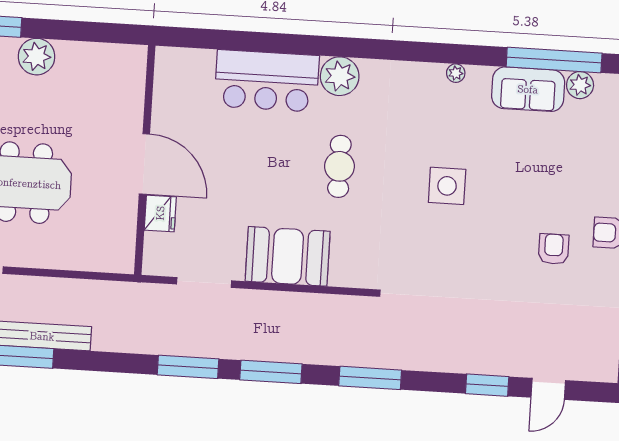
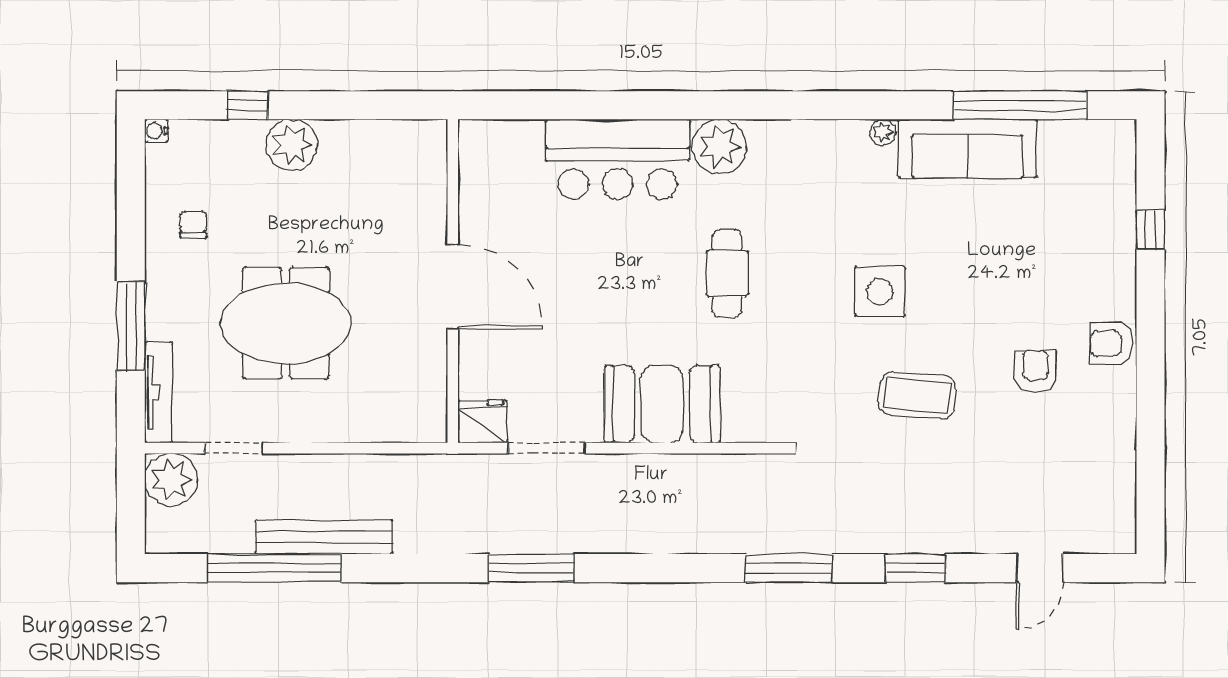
plant: (580, 85) -> (1058, 138), removed
sofa: (528, 89) -> (967, 149), width x1.36
fridge: (160, 213) -> (483, 422), moved, turned -90
coffee table: (469, 261) -> (917, 396), added
window: (271, 372) -> (648, 568), removed
window: (487, 385) -> (916, 568), moved

